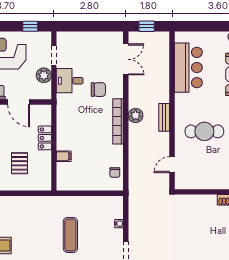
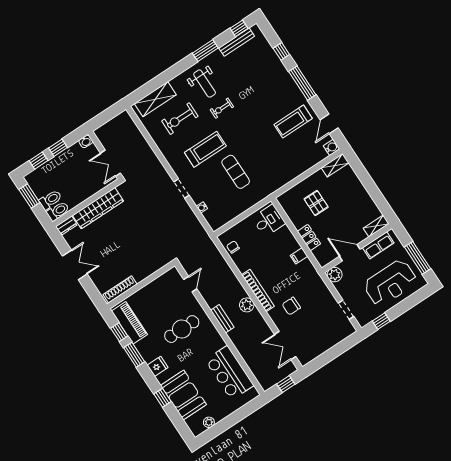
plant: (44, 75) -> (335, 275), moved
desk: (70, 81) -> (269, 221), moved
filing cabinet: (64, 156) -> (299, 256), moved

